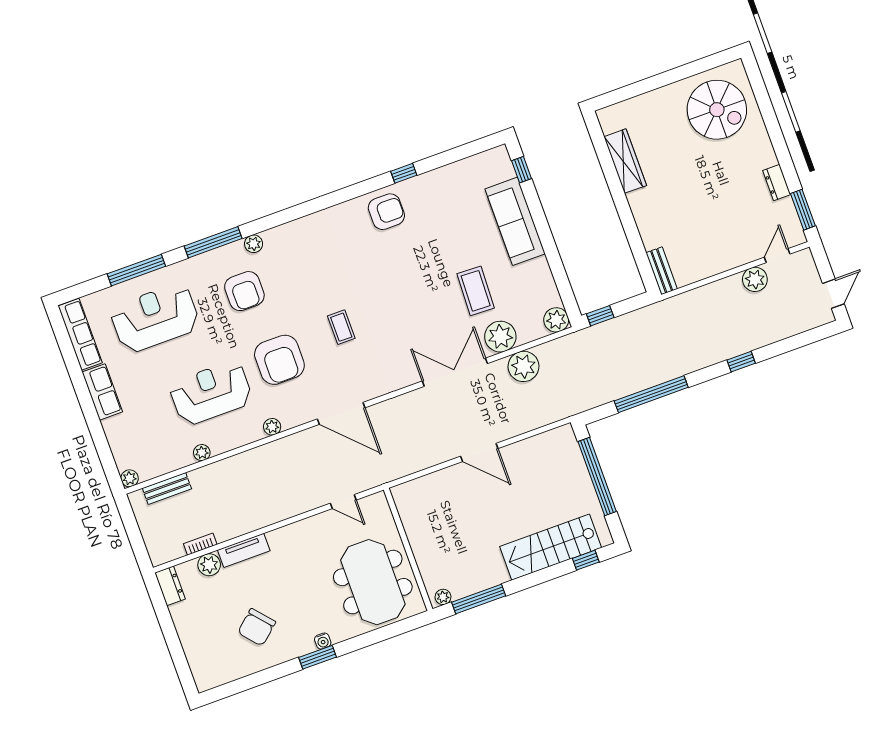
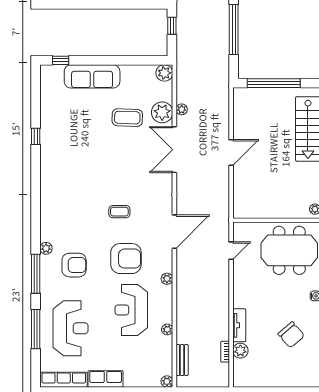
armchair: (386, 212) -> (56, 156), removed
window: (600, 316) -> (172, 26), moved
reception desk: (155, 318) -> (71, 328), turned 180
plant: (523, 366) -> (182, 109), width x0.53, depth x0.53
dresser: (170, 586) -> (245, 381), removed

